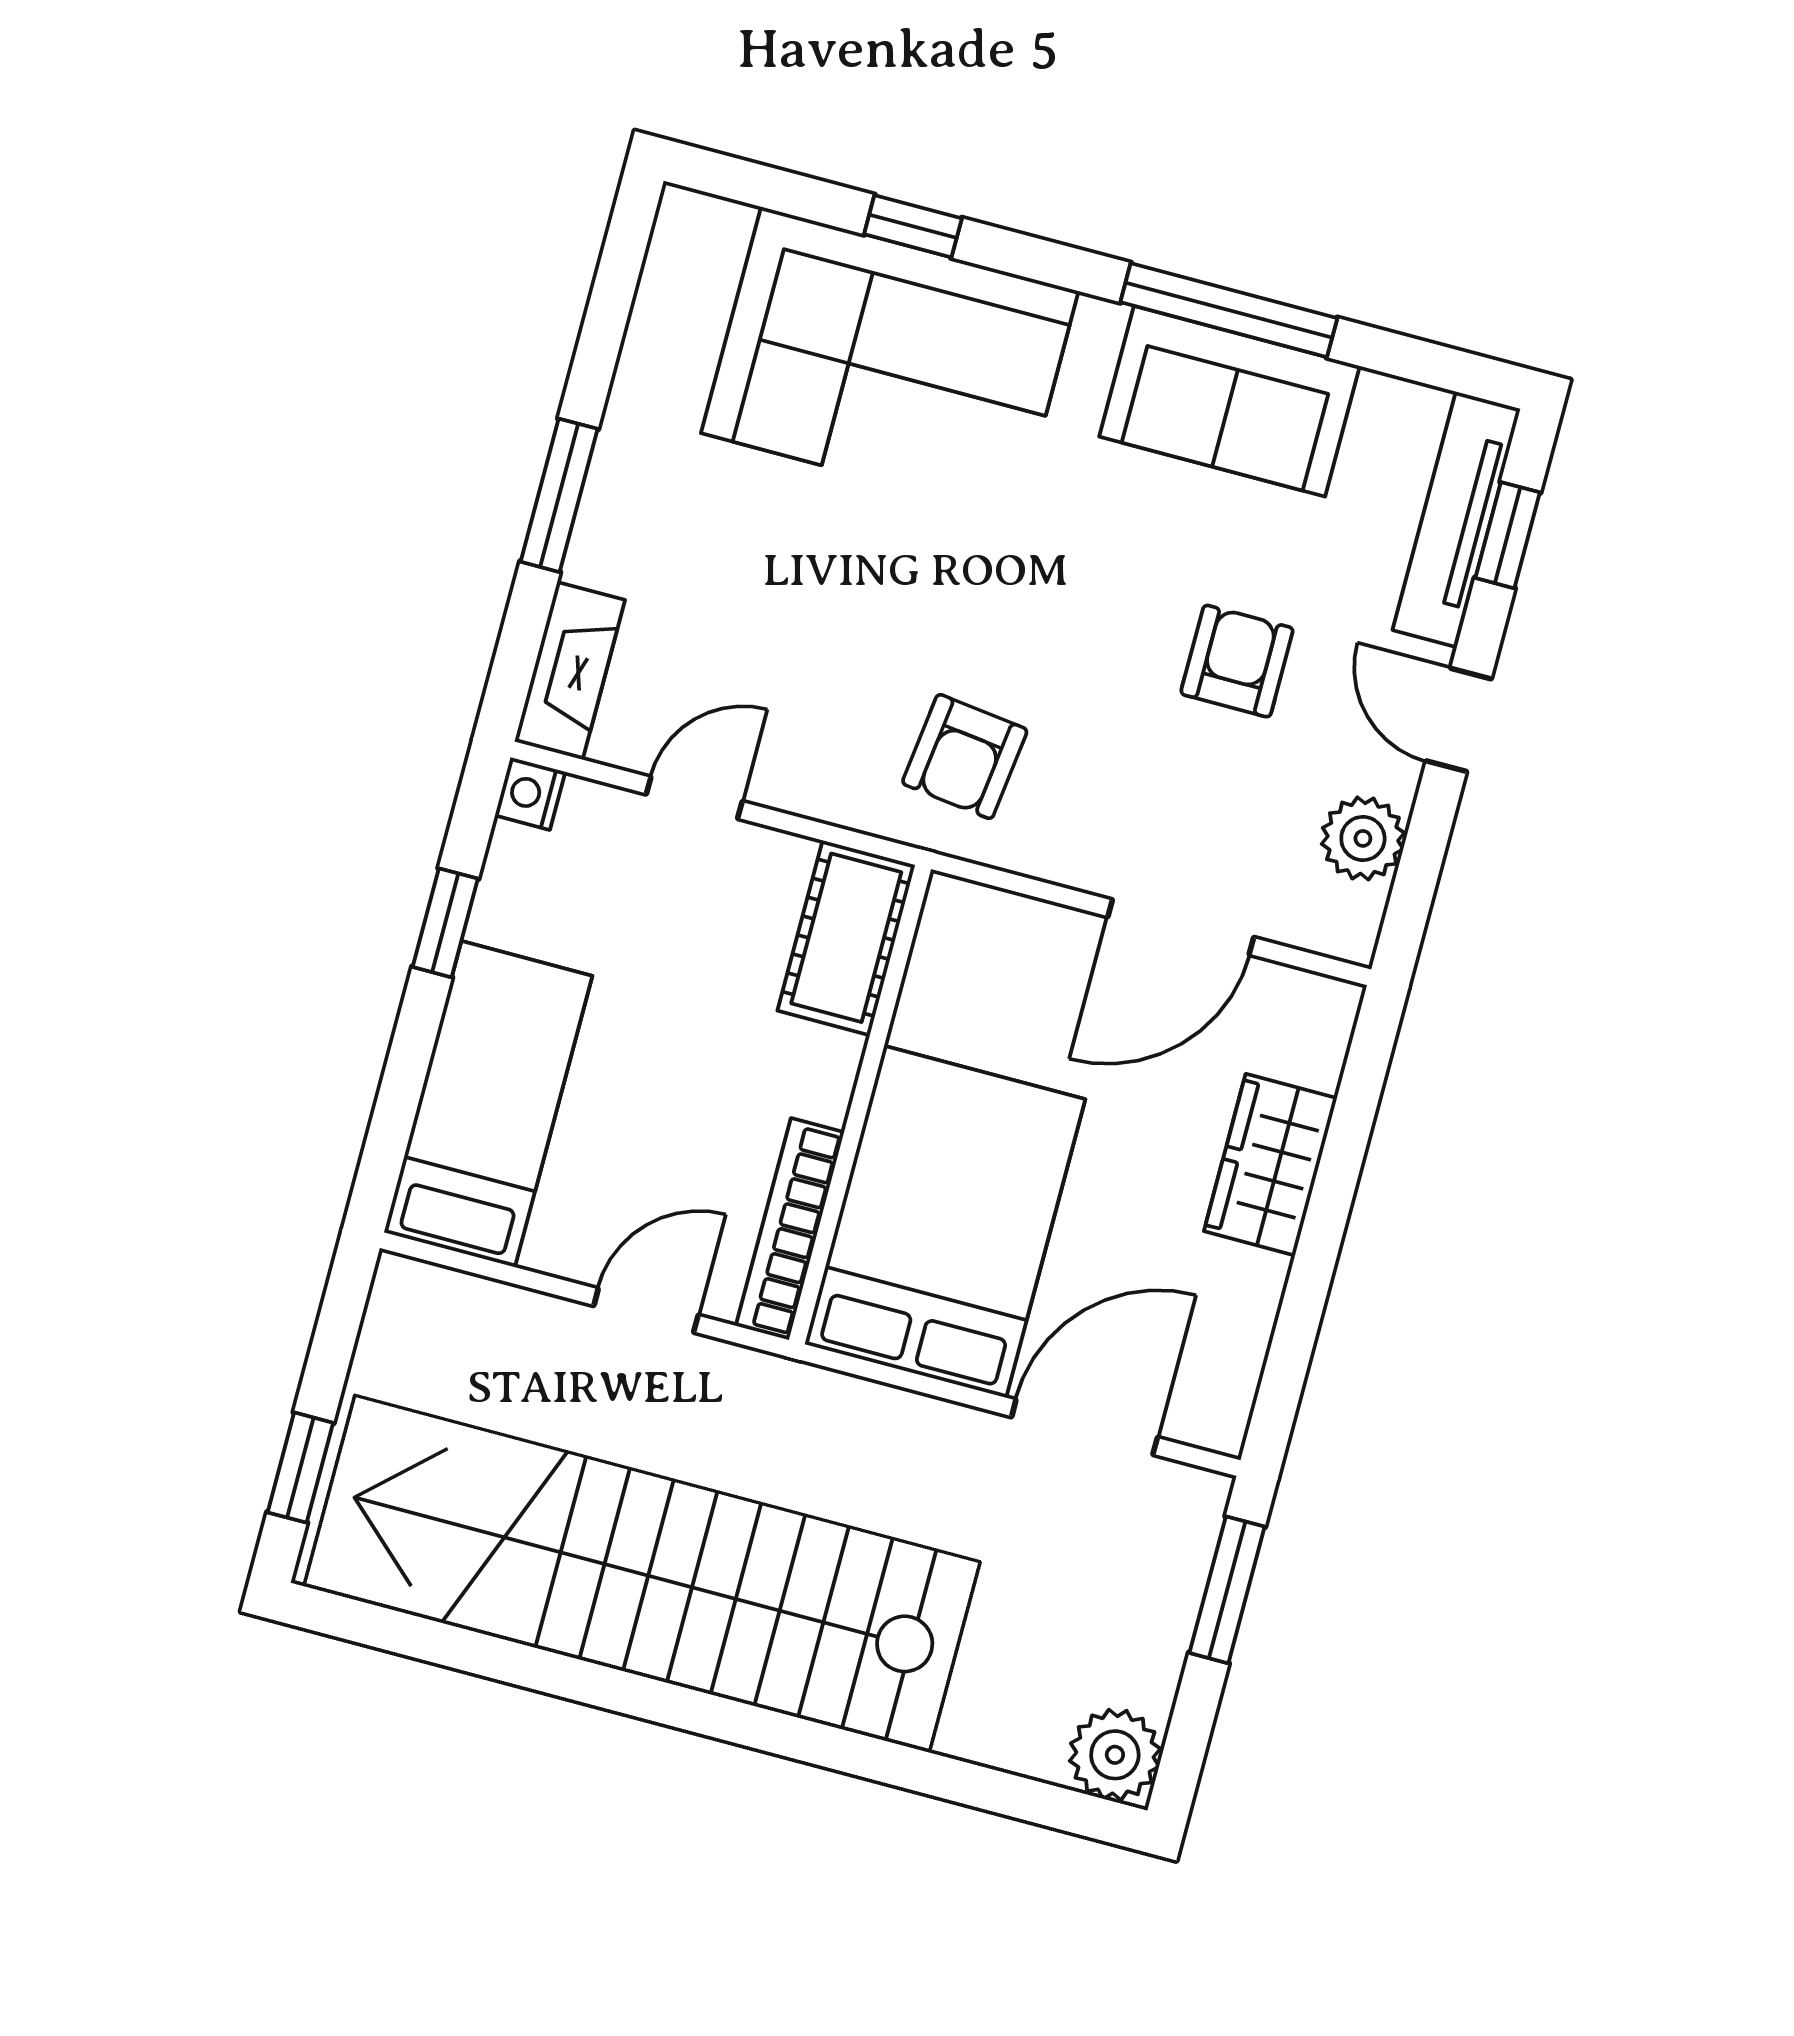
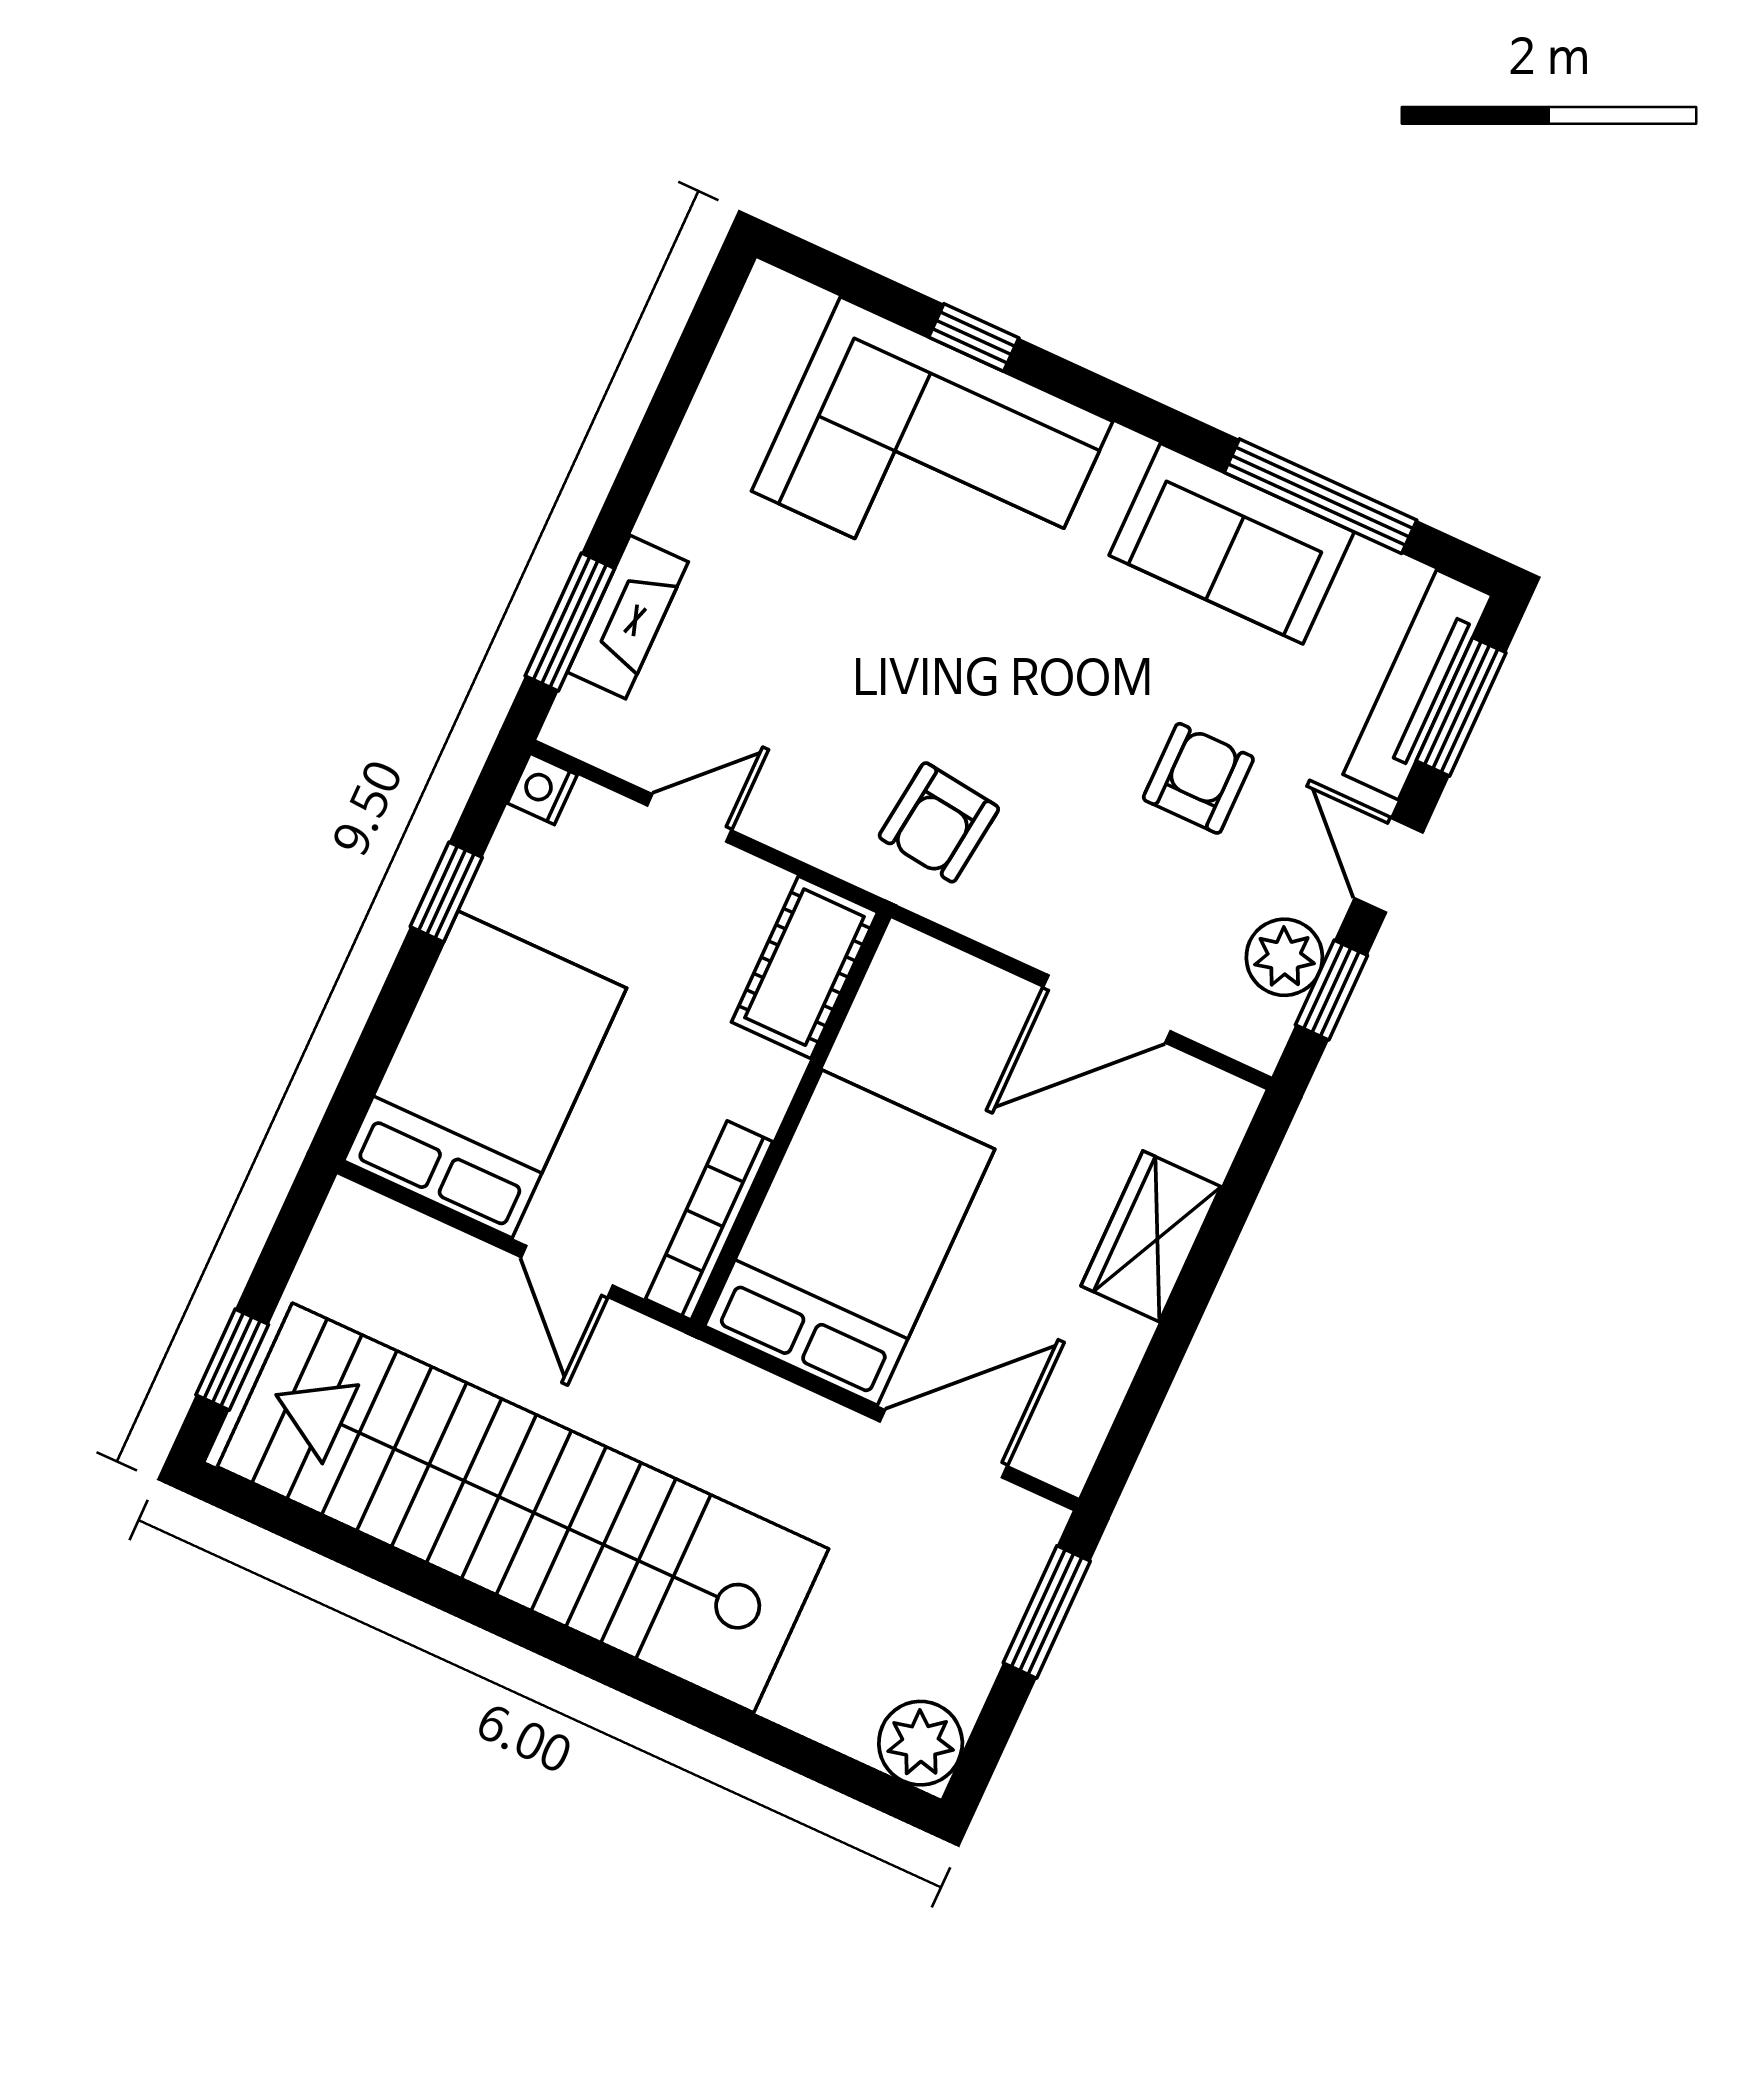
window: (1229, 310) -> (1320, 496), moved
window: (559, 495) -> (570, 622), moved
window: (1508, 535) -> (1461, 707), width x1.50
fireplace: (570, 671) -> (628, 617), moved
window: (1420, 865) -> (1331, 990), added
bed: (488, 1104) -> (485, 1075), width x1.50
door: (646, 1310) -> (567, 1271), swing flipped

